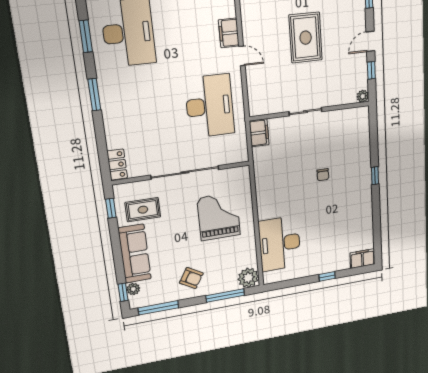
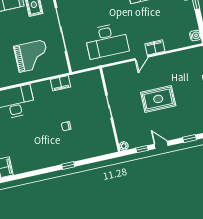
filing cabinet: (259, 133) -> (61, 83), moved

